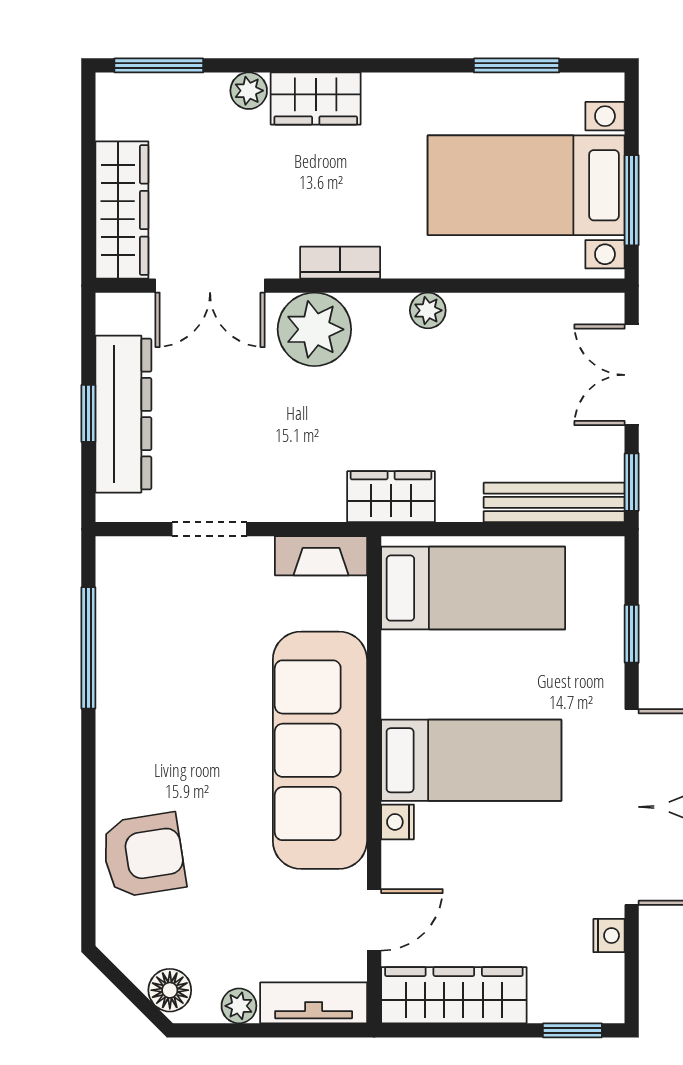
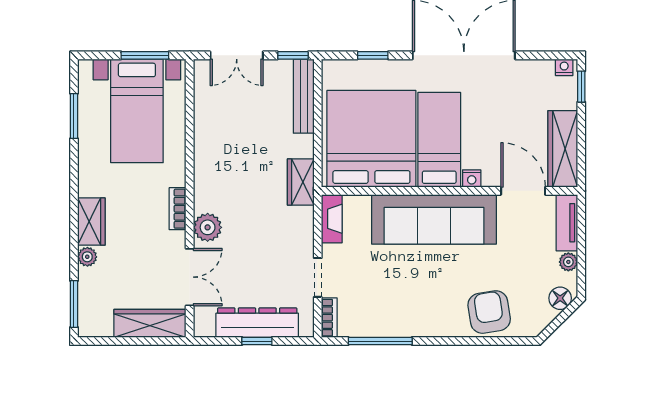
plant: (428, 310) -> (203, 163), removed
plant: (314, 329) -> (208, 227), width x0.73, depth x0.73
bookcase: (133, 551) -> (329, 318), added
bed: (473, 588) -> (371, 139), width x2.04
door: (374, 920) -> (523, 191), width x1.38
nightstand: (609, 936) -> (564, 67), moved

